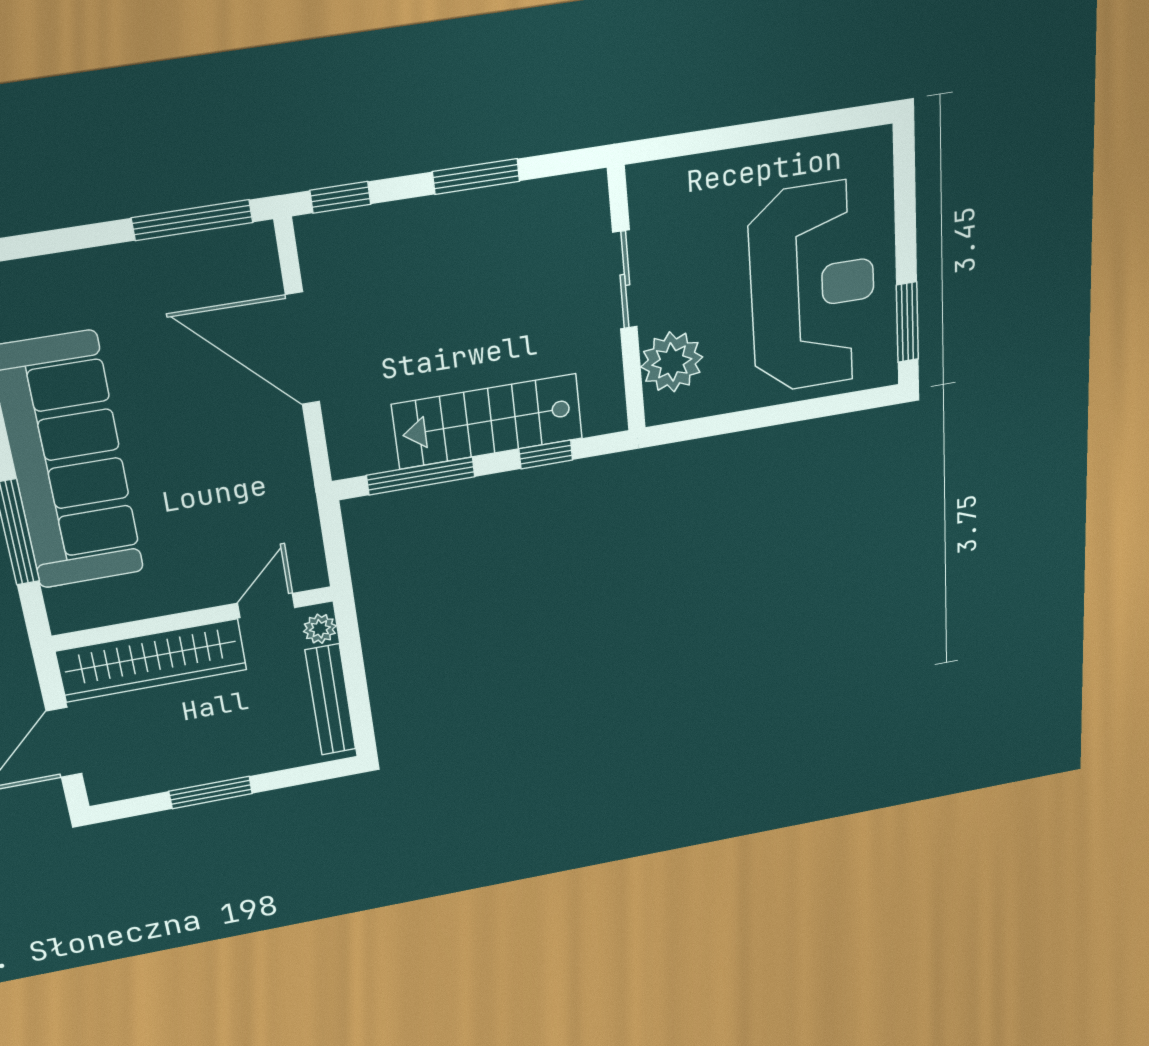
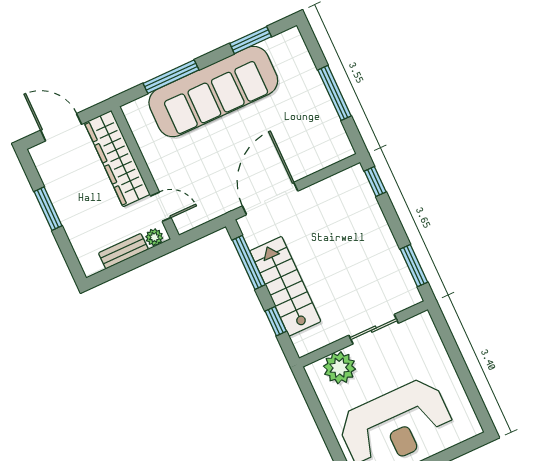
window: (476, 176) -> (414, 266), moved
window: (192, 220) -> (334, 93), moved
door: (303, 349) -> (270, 198), moved
bench: (330, 700) -> (123, 251), width x0.73

